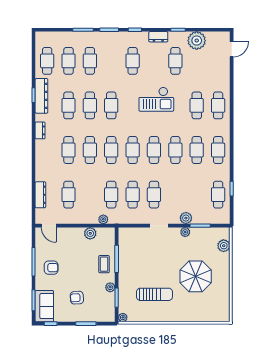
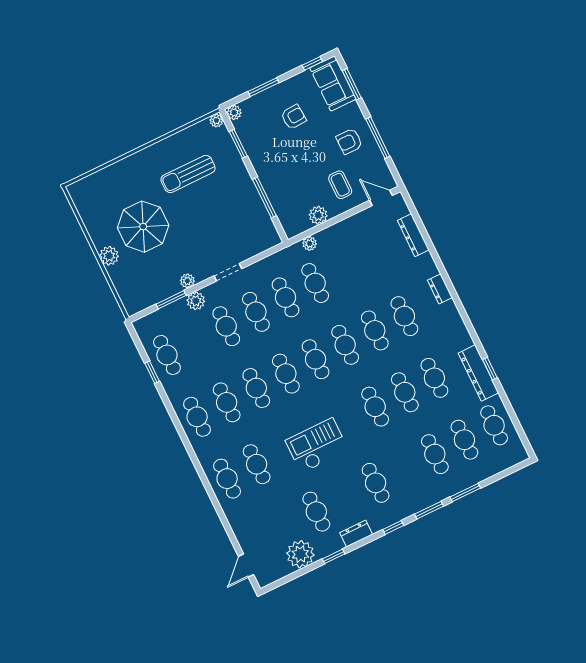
dresser: (40, 130) -> (440, 289), moved
cafe table: (68, 195) -> (226, 326), moved
plant: (224, 246) -> (109, 256), moved
coffee table: (104, 264) -> (340, 185), moved
plant: (110, 287) -> (234, 112), moved

